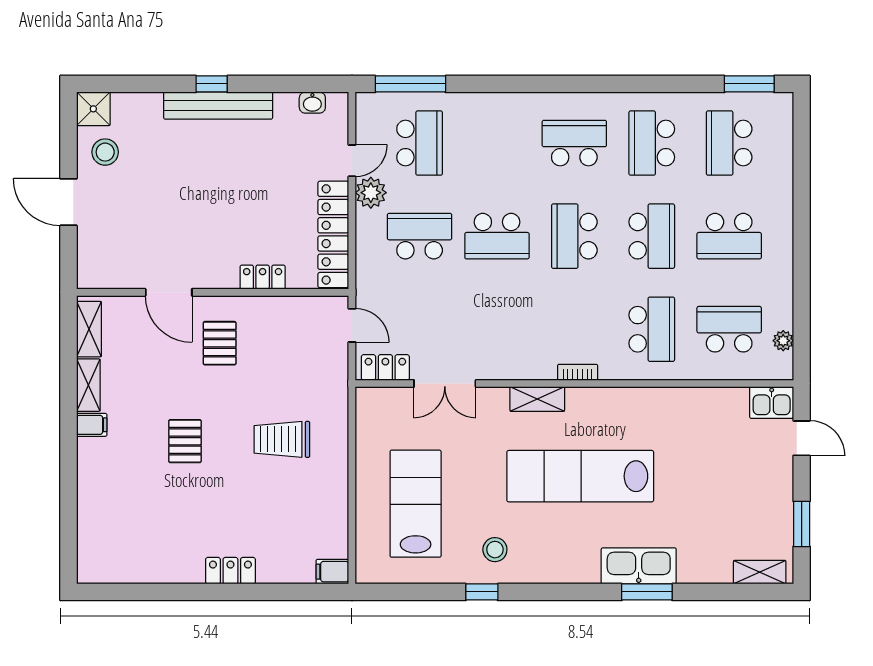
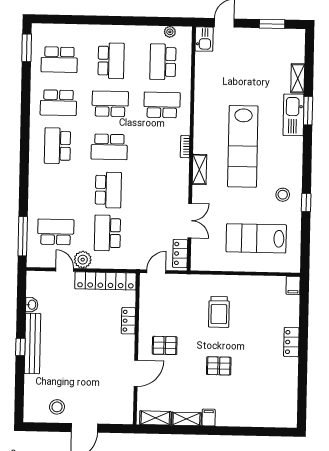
washbasin: (312, 103) -> (32, 305), moved
shower: (93, 109) -> (33, 413), removed
shelving: (760, 572) -> (298, 78), moved

